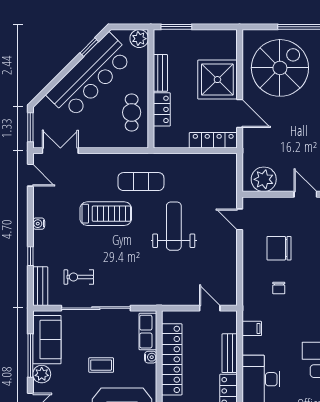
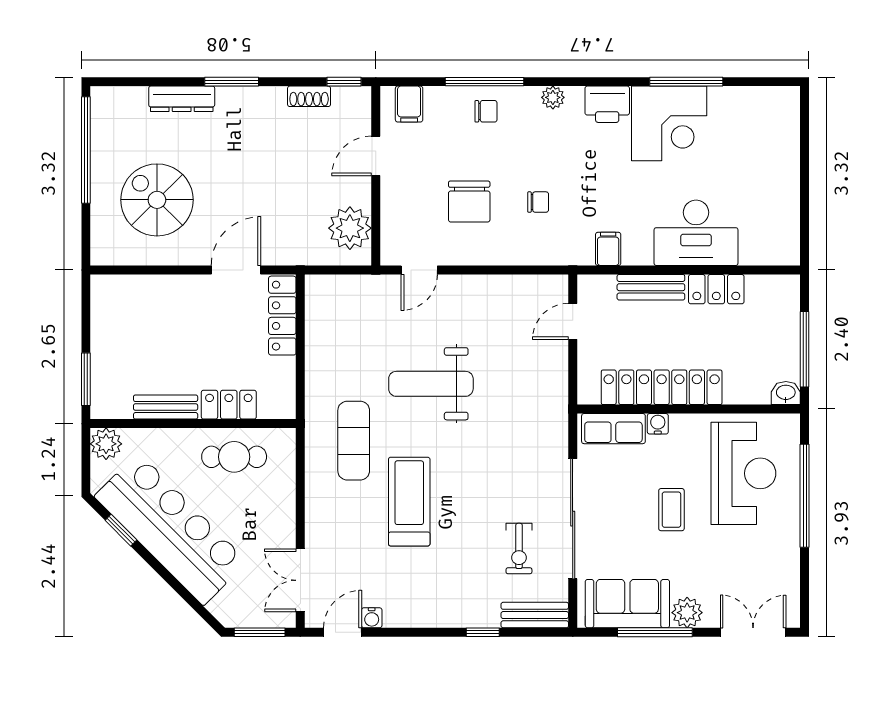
spiral stairs: (280, 68) -> (157, 200), width x0.73, depth x0.73
shower: (217, 80) -> (177, 308), removed
water cooler: (39, 224) -> (372, 618), moved

